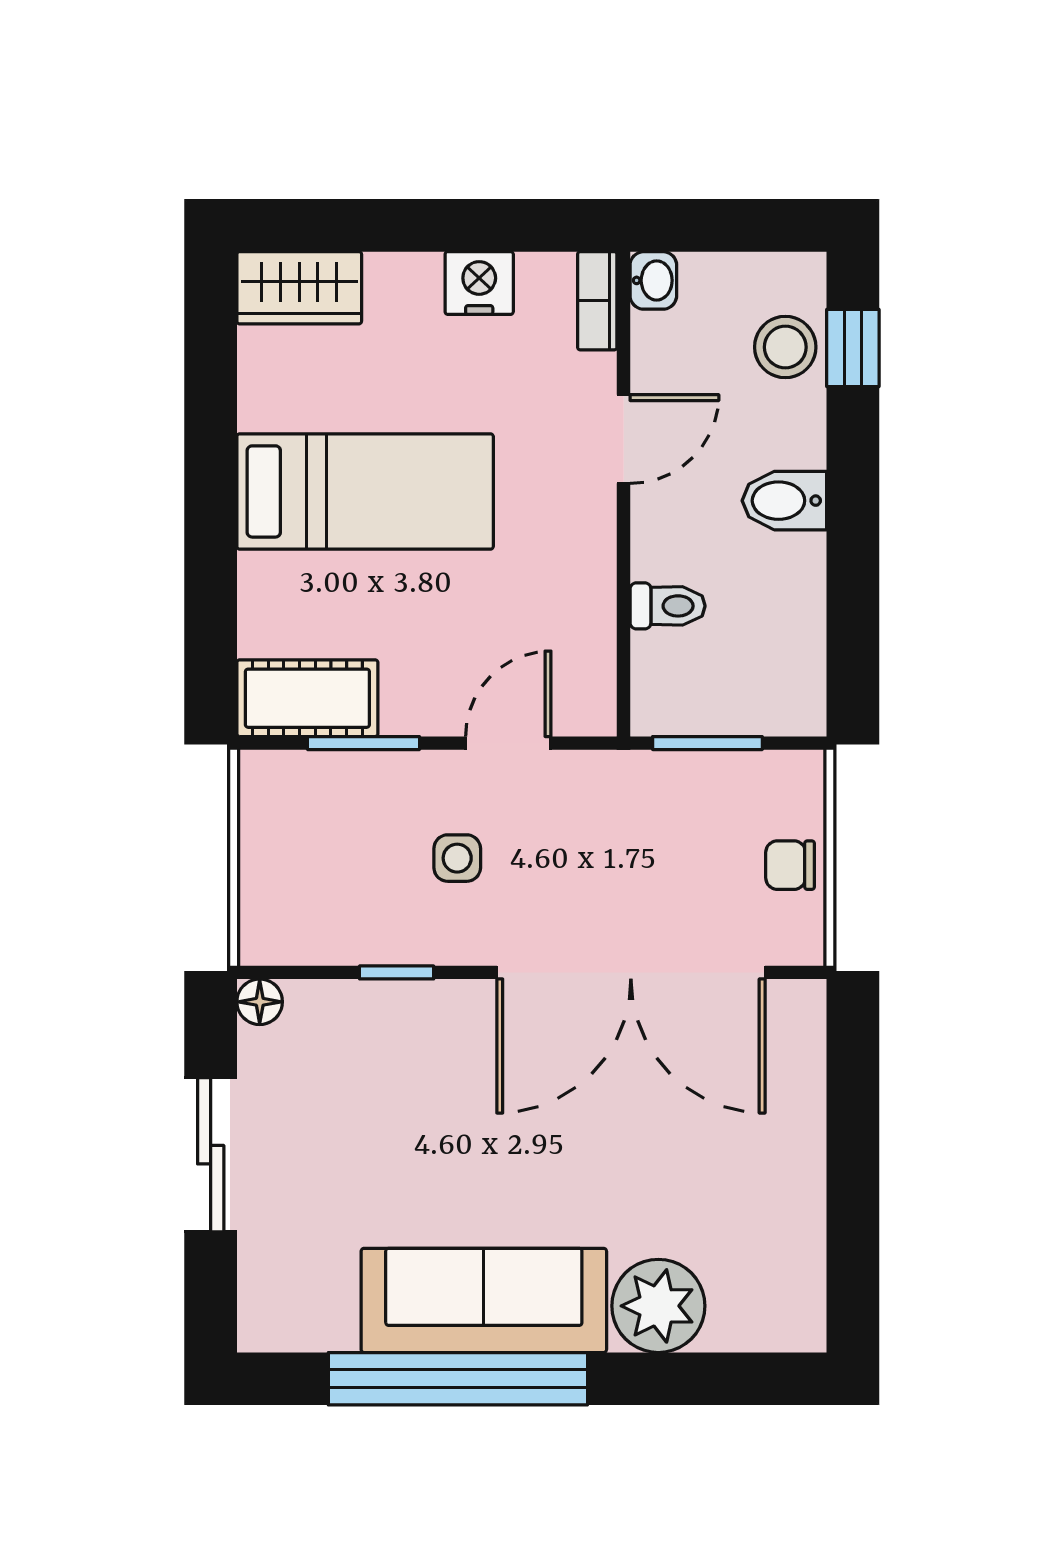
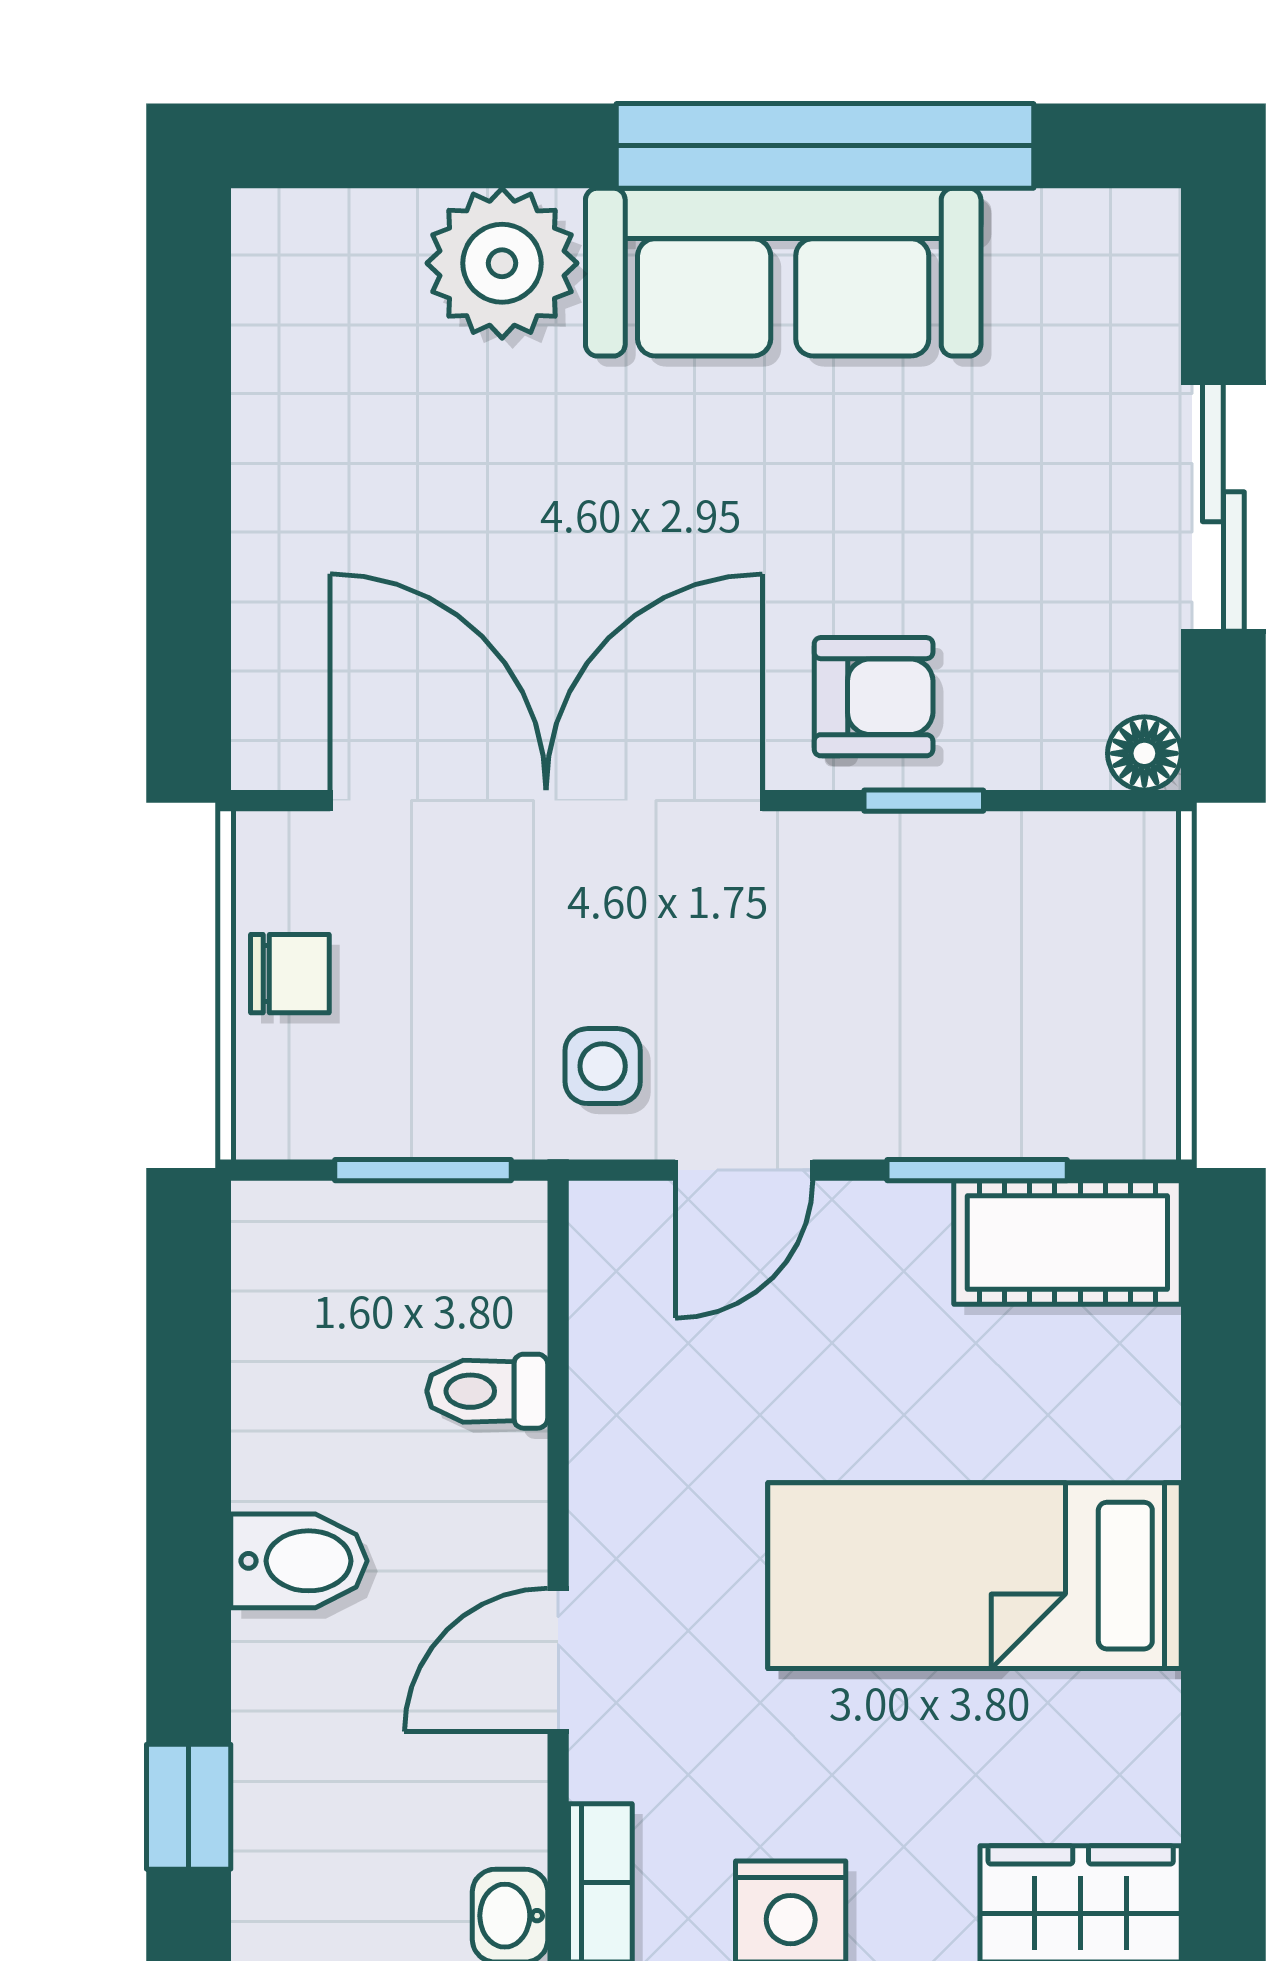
stool: (785, 347) -> (297, 1808), removed
side table: (457, 858) -> (603, 1066), moved
armchair: (428, 1037) -> (874, 697), added

